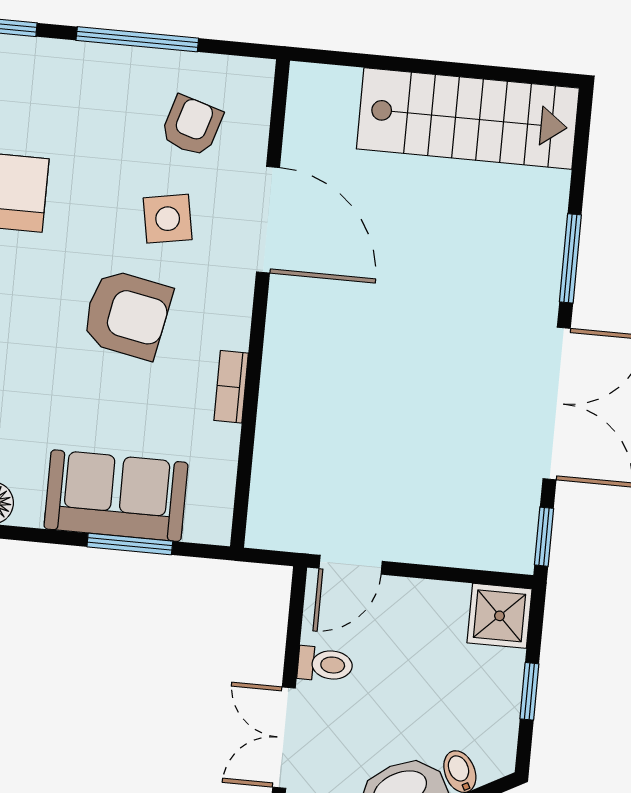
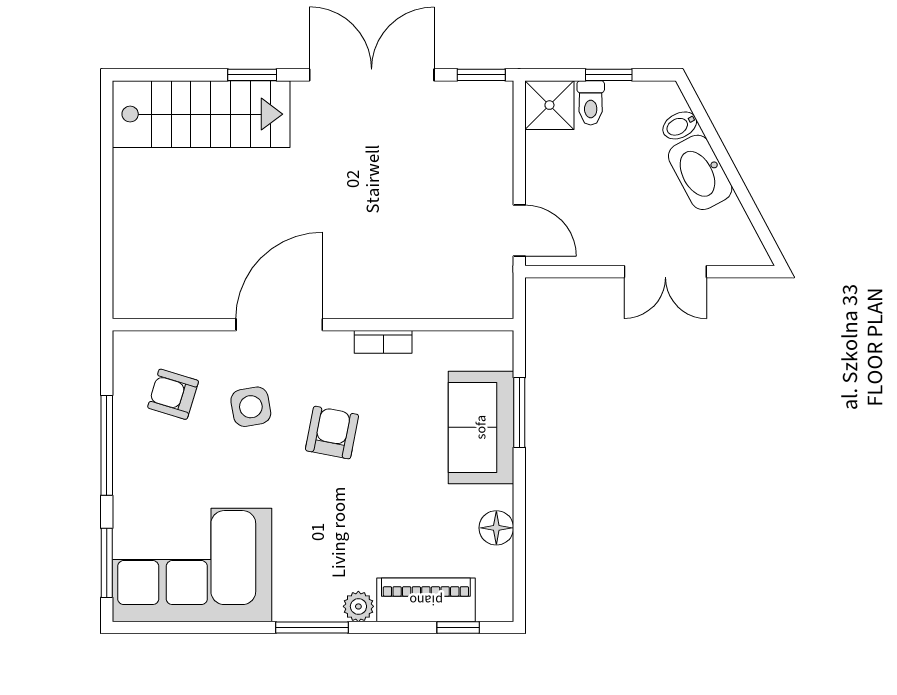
stairs: (468, 119) -> (201, 114), moved, turned 90
door: (268, 220) -> (279, 325), moved
window: (570, 258) -> (252, 75), width x0.67
armchair: (127, 314) -> (332, 433), width x0.72, depth x0.72
toilet: (325, 664) -> (591, 103), moved, turned 180

